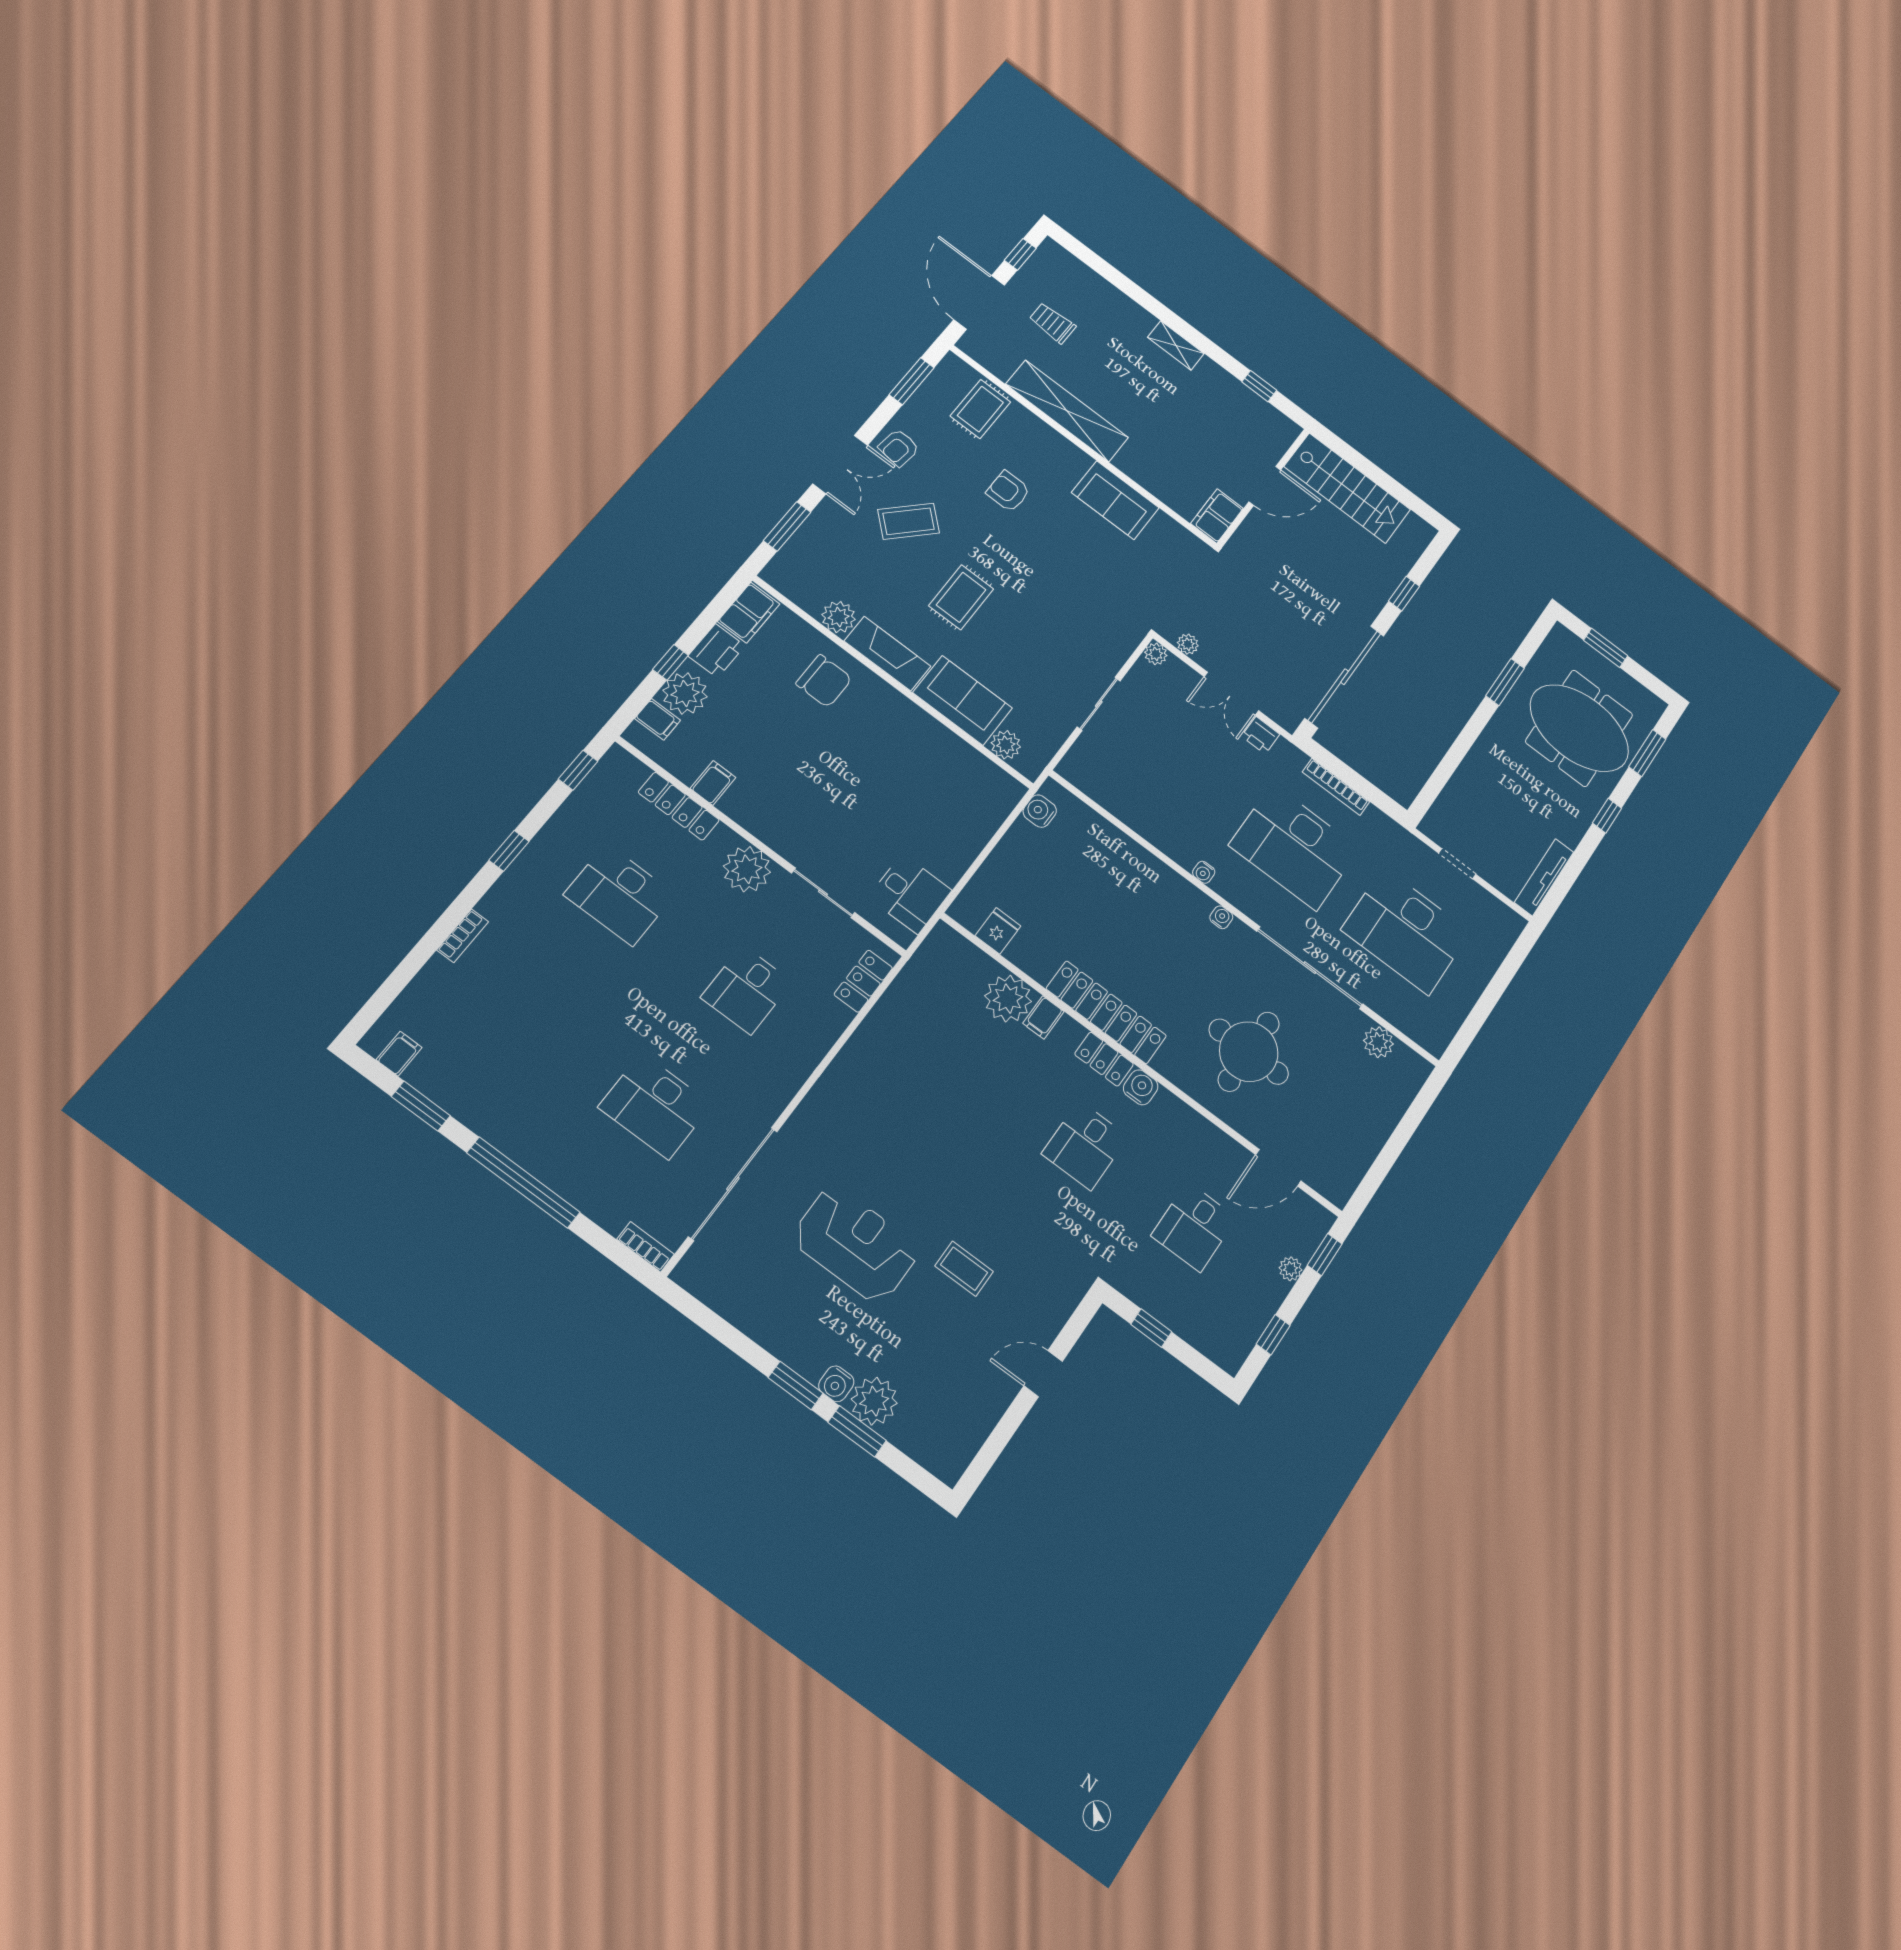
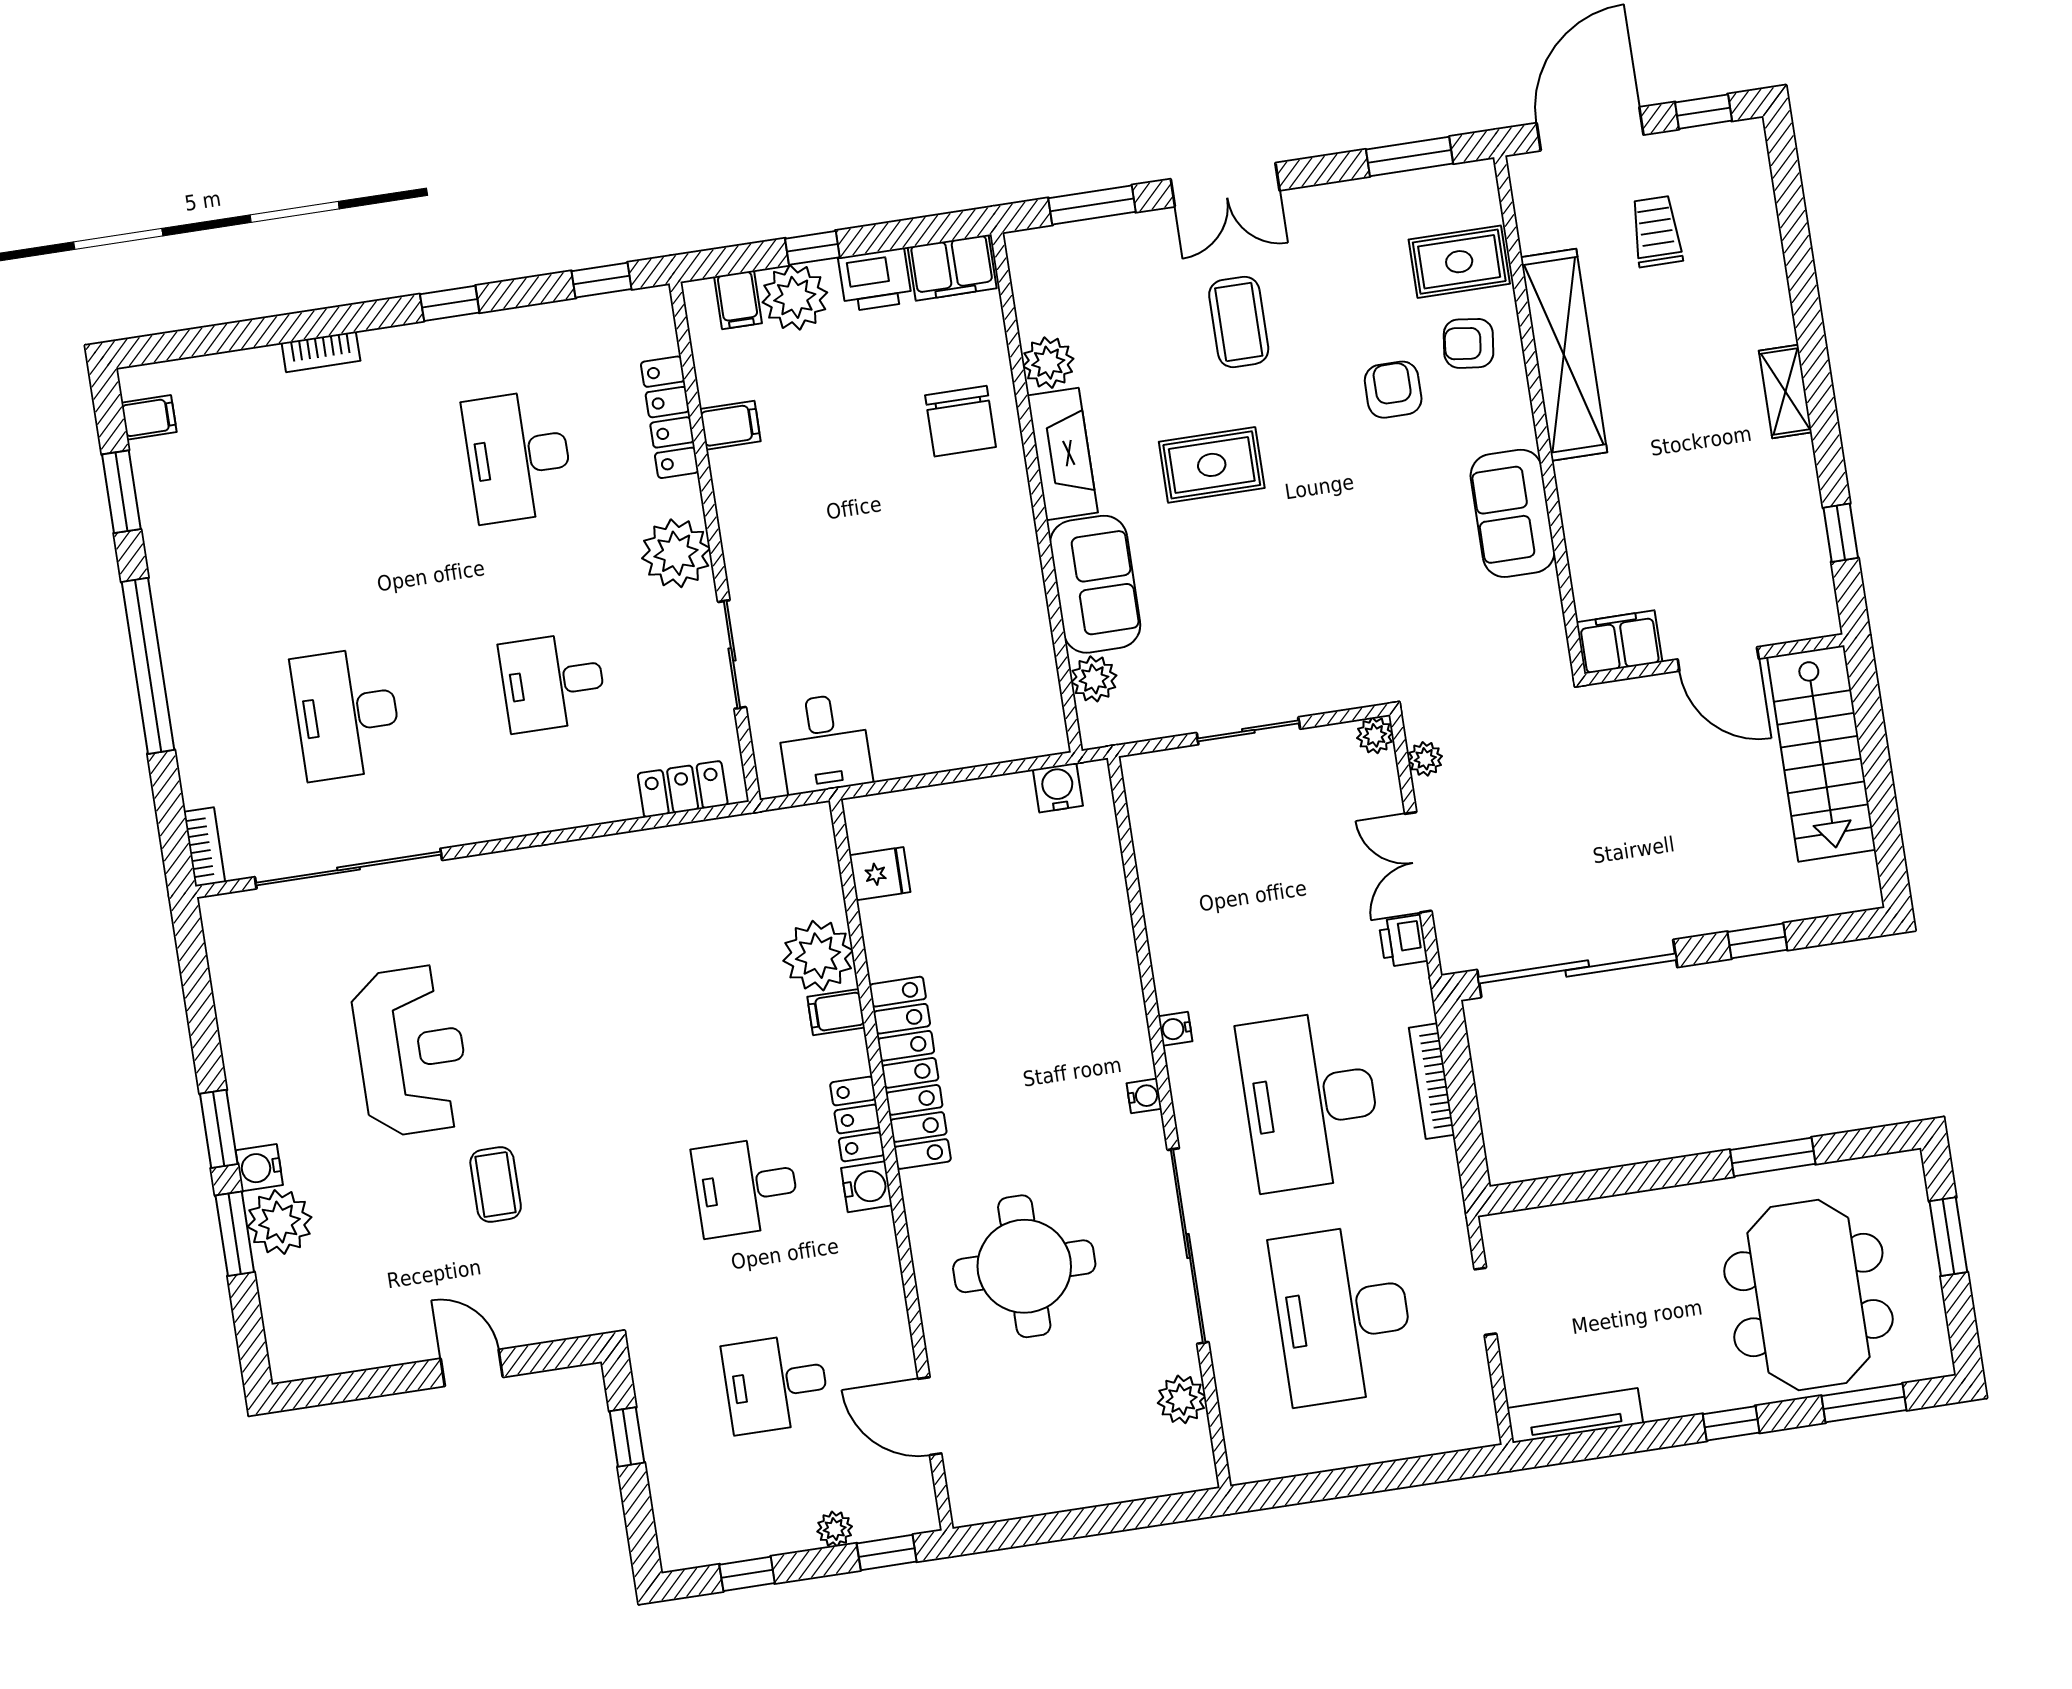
armchair: (899, 448) -> (1469, 343), moved
coffee table: (909, 521) -> (1239, 322), turned 47

